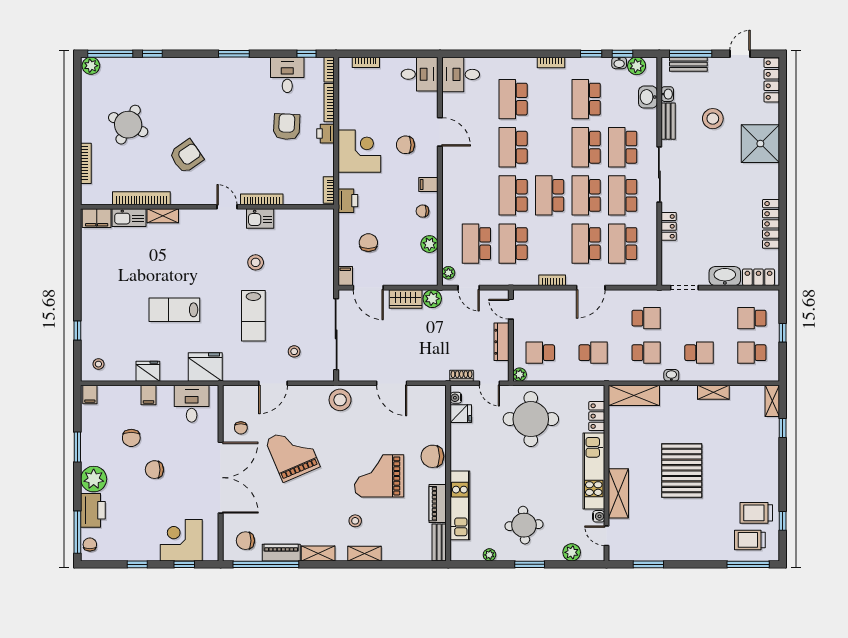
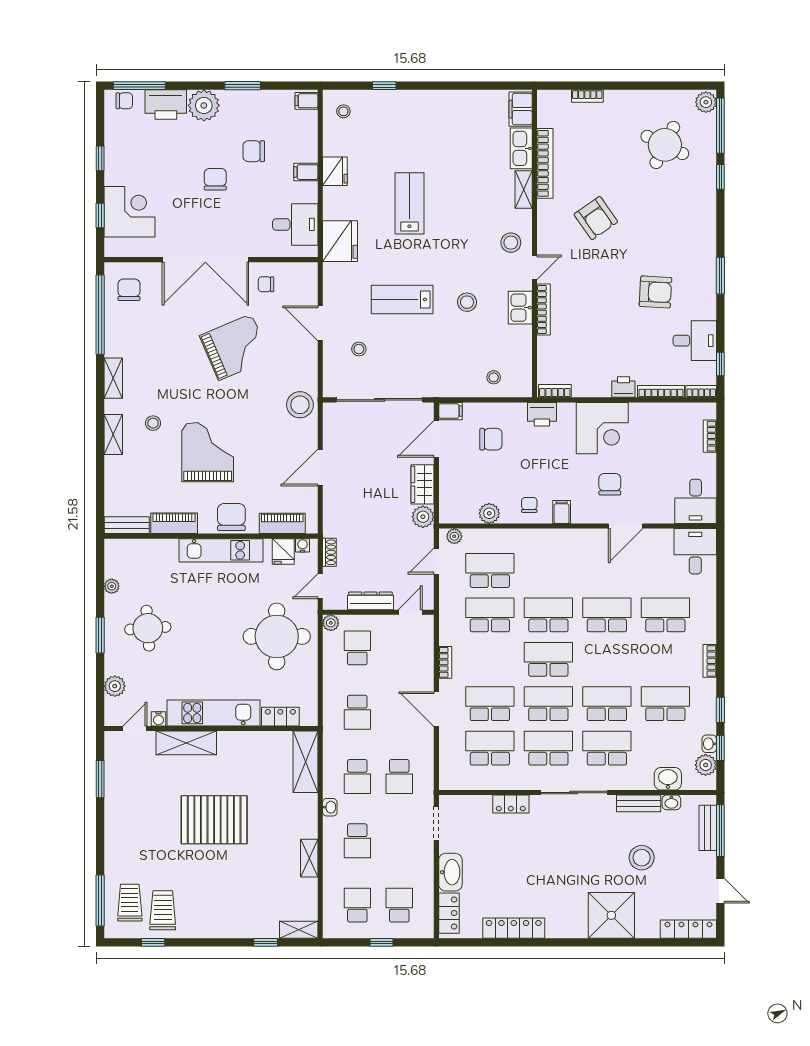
round table: (128, 125) -> (665, 145), moved
armchair: (287, 127) -> (655, 292), moved
bookcase: (86, 163) -> (587, 96), width x0.64
stool: (207, 226) -> (511, 243), added
stool: (317, 240) -> (494, 377), added
kitchen unit: (460, 505) -> (221, 550), moved
piano: (281, 553) -> (282, 523), moved, turned -90

